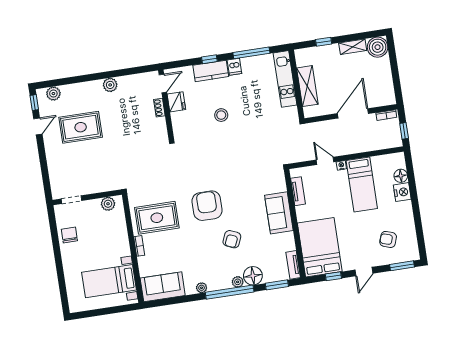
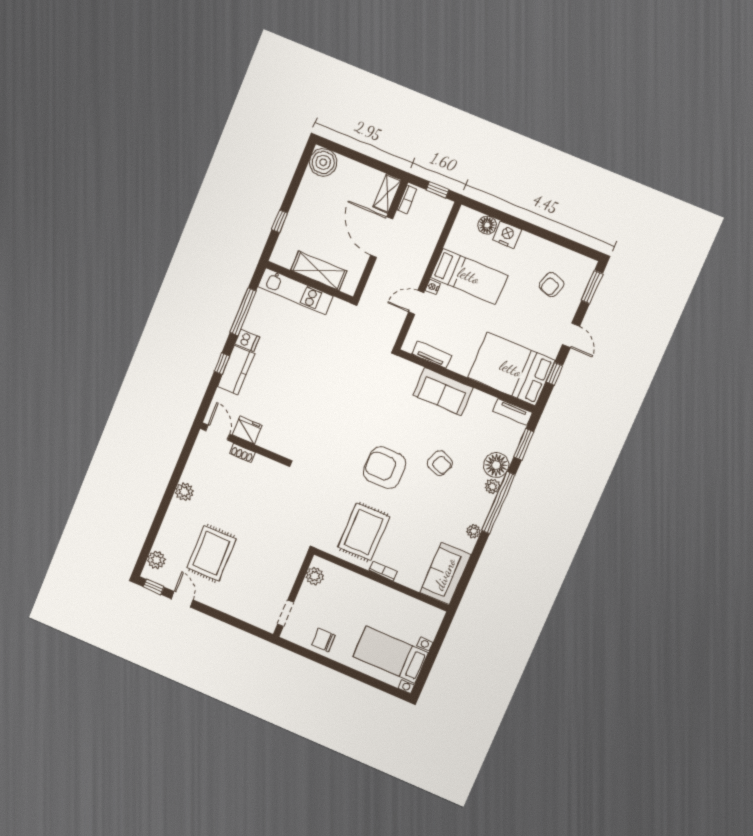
shelving: (353, 47) -> (387, 193), moved
stool: (221, 115) -> (292, 389), removed
bed with nightstands: (109, 281) -> (391, 655), moved, turned 90

